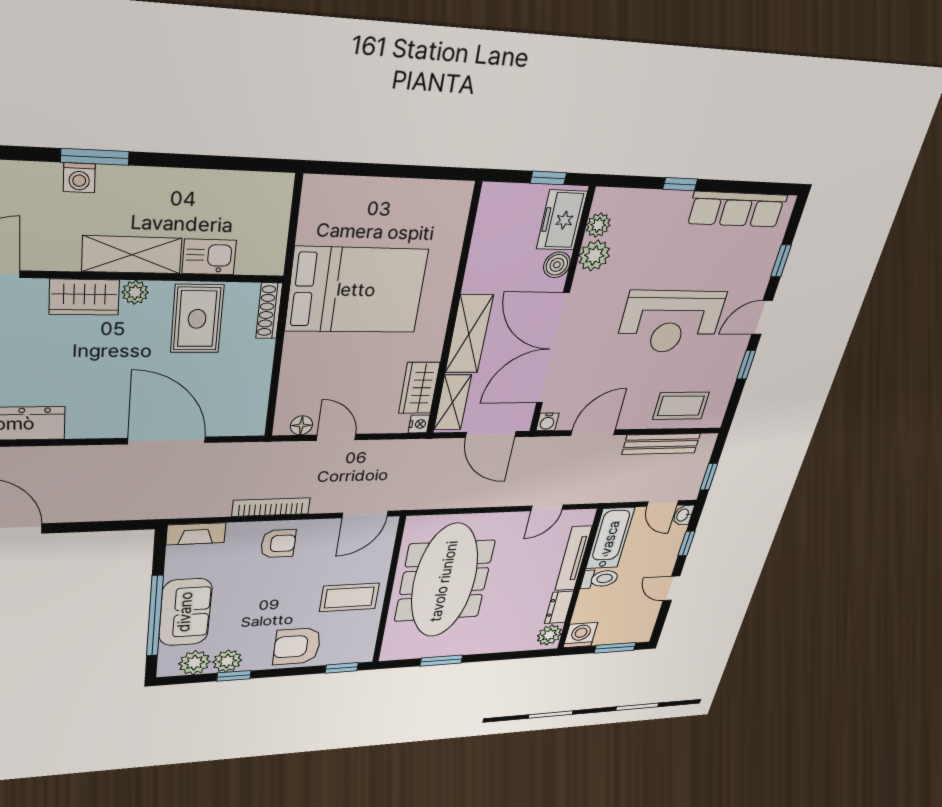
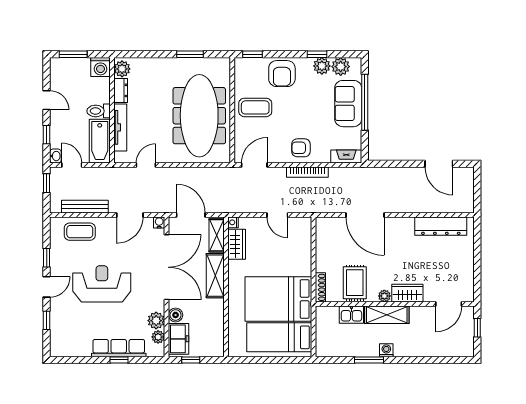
window: (95, 157) -> (369, 360), moved
washing machine: (79, 178) -> (386, 350), moved
row of seats: (737, 209) -> (119, 348), moved
bed: (366, 216) -> (279, 337), added
floor lamp: (301, 425) -> (297, 223), removed
armchair: (297, 646) -> (282, 74), turned 90

